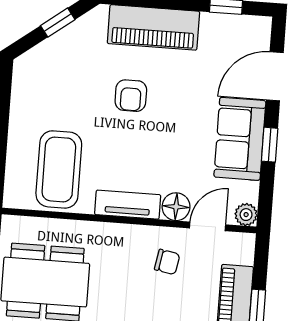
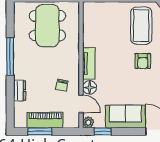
armchair: (131, 96) -> (143, 61), turned -90
window: (270, 145) -> (103, 131), moved
coffee table: (59, 169) -> (141, 26), moved, turned 90

